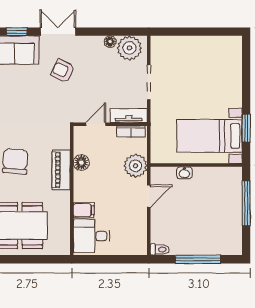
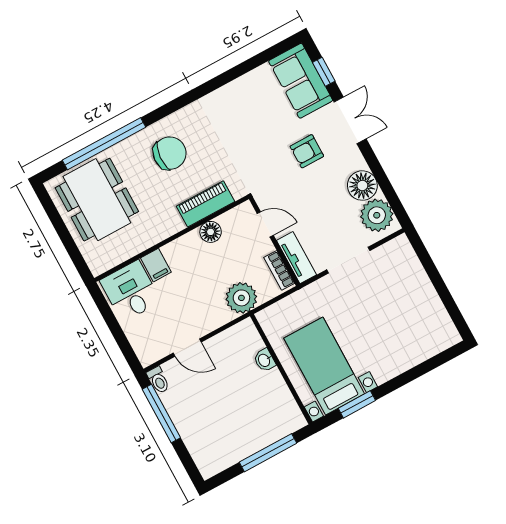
floor lamp: (110, 42) -> (362, 186), width x1.89, depth x1.89
armchair: (63, 71) -> (307, 151), turned -116
piano: (61, 170) -> (206, 204), moved
door: (149, 196) -> (187, 348), moved
window: (198, 259) -> (161, 413), moved

